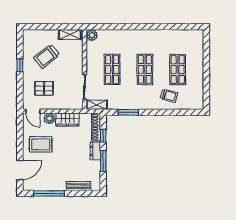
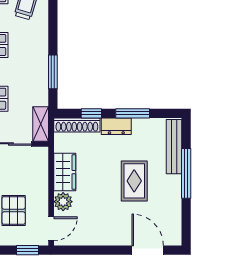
window: (20, 97) -> (28, 250), added
rug: (41, 144) -> (134, 181), moved
bench: (78, 186) -> (174, 147), width x1.36
window: (49, 193) -> (186, 173), moved

